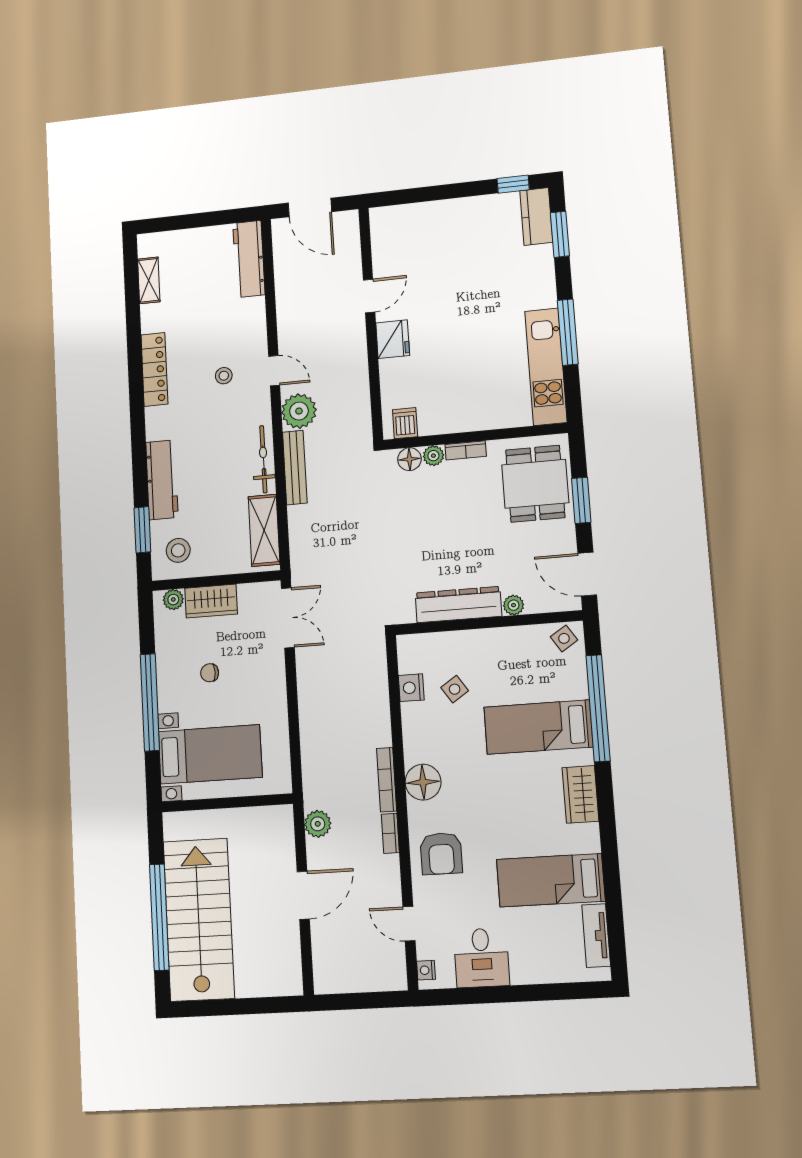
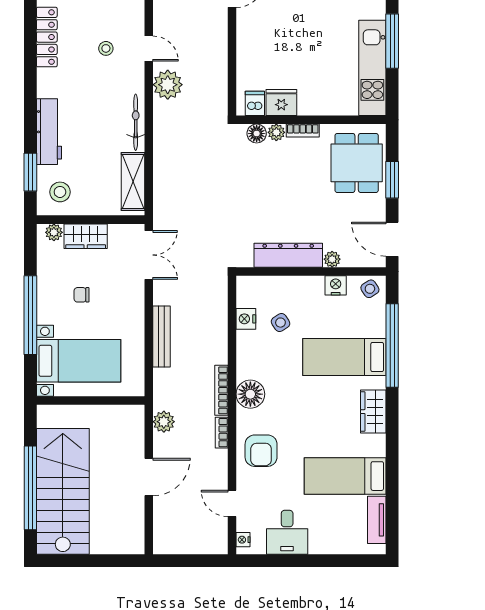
fridge: (393, 339) -> (281, 103), moved, turned -90
bench: (295, 468) -> (162, 337), moved
nightstand: (520, 638) -> (336, 285), added

